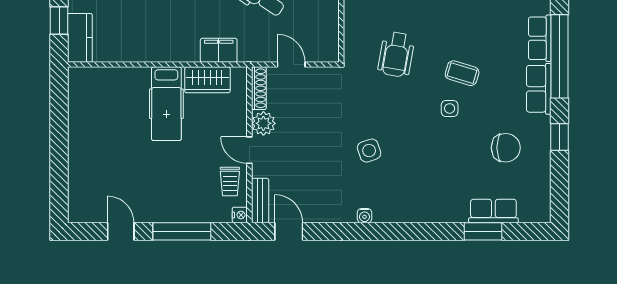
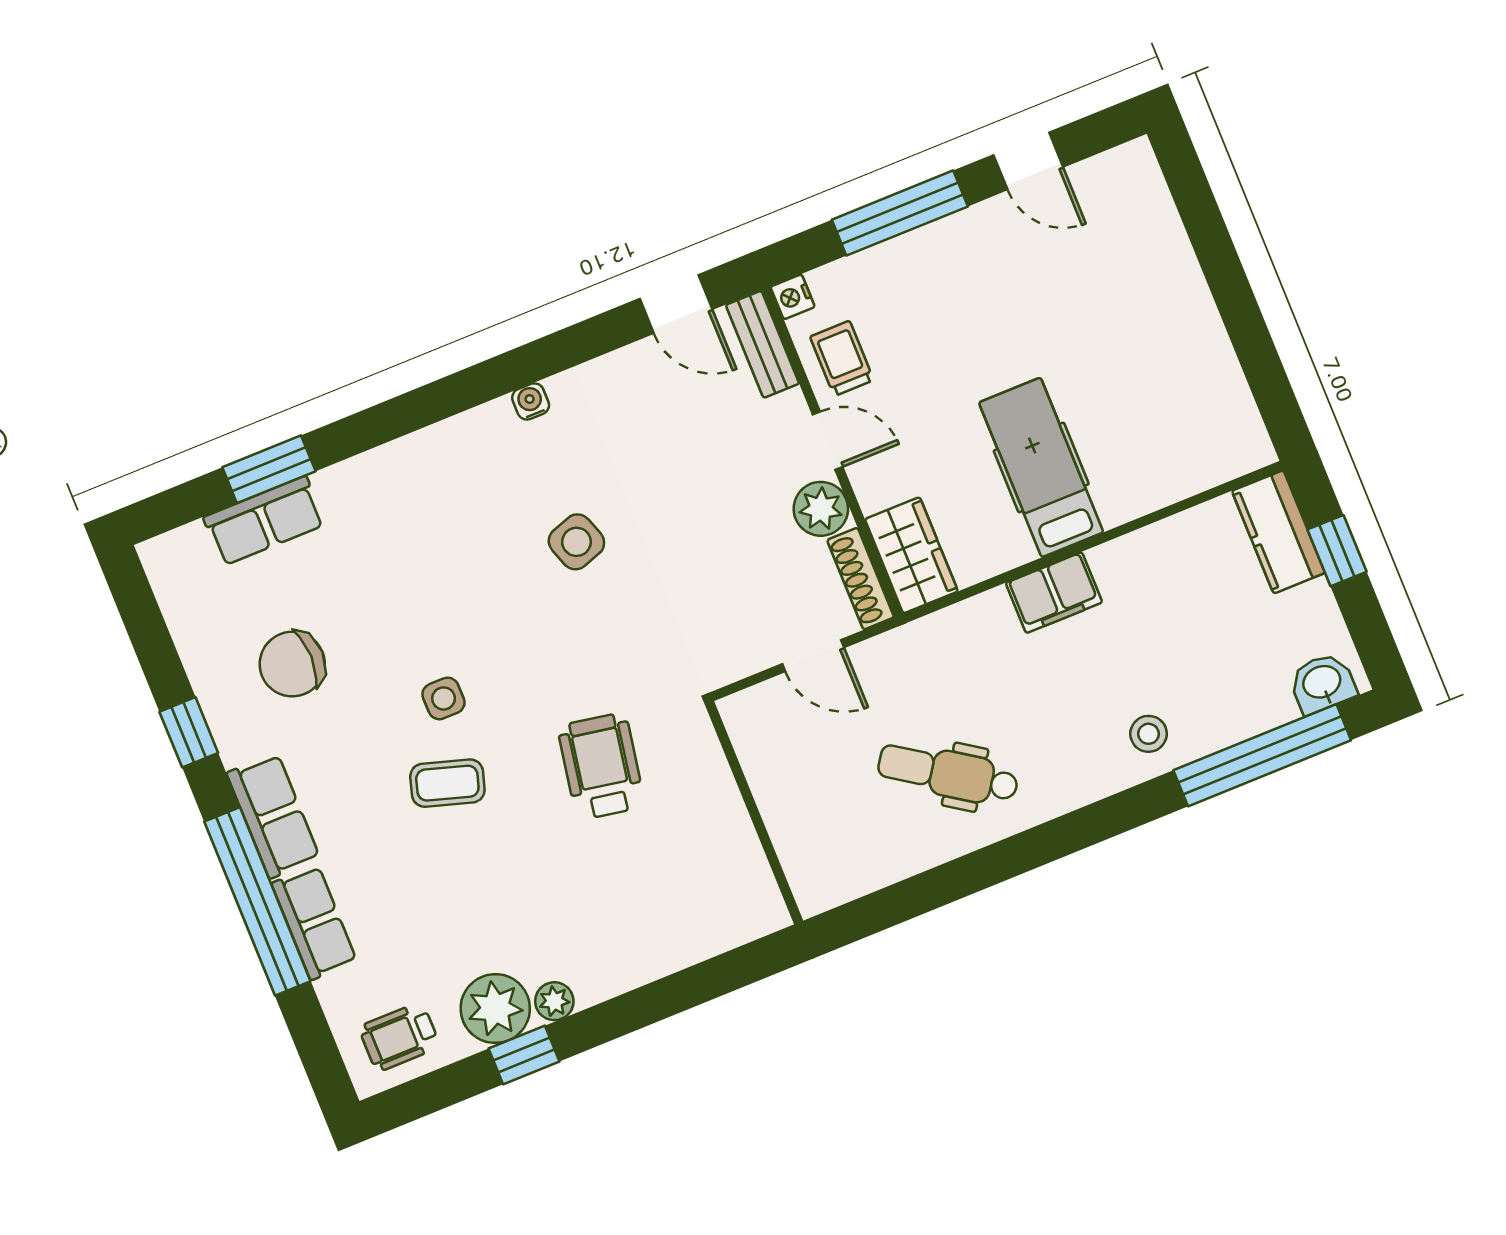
filing cabinet: (219, 50) -> (1054, 593), moved
wardrobe: (207, 80) -> (911, 555), moved, turned 90

